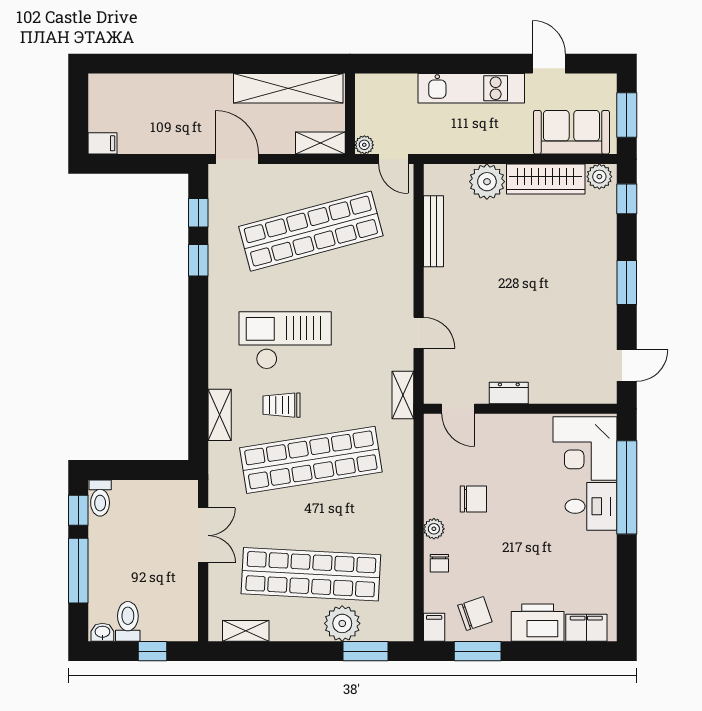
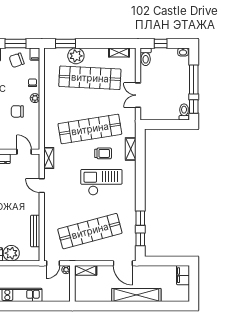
shelving: (288, 88) -> (136, 295), moved
filing cabinet: (102, 143) -> (183, 275), width x2.00
door: (393, 159) -> (53, 263), swing flipped
checkout: (285, 340) -> (101, 182), turned 180
toilet: (128, 621) -> (146, 57), moved

